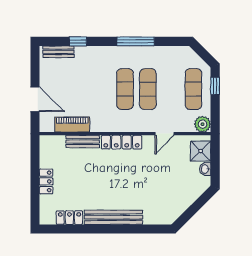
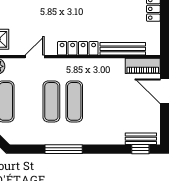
window: (78, 41) -> (140, 149), moved
piano: (72, 125) -> (143, 66), moved
bench: (83, 142) -> (123, 49), width x1.36

